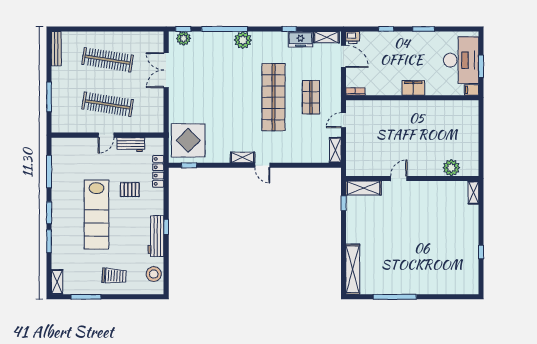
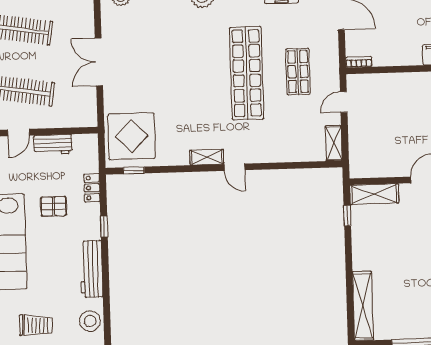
double door: (166, 70) -> (99, 62), moved
locker: (158, 171) -> (92, 188), width x0.66
window: (166, 227) -> (104, 226), moved

